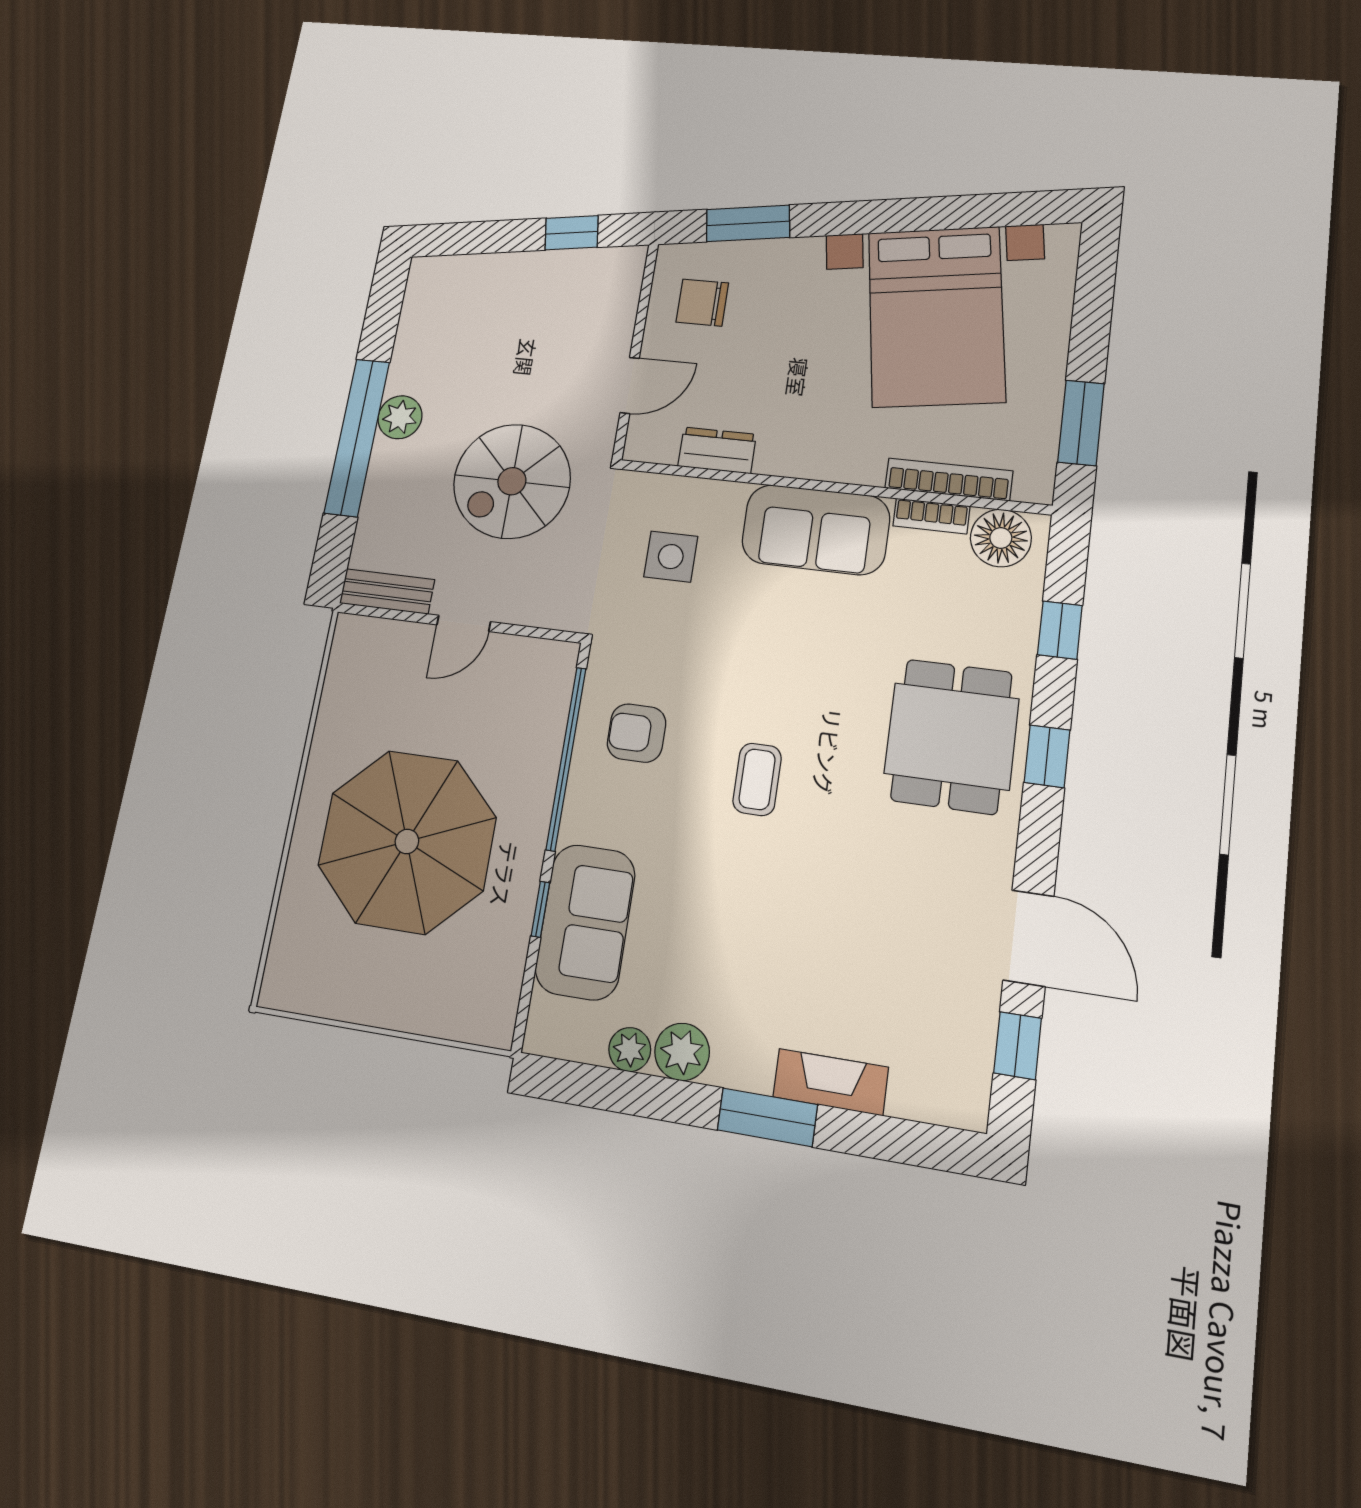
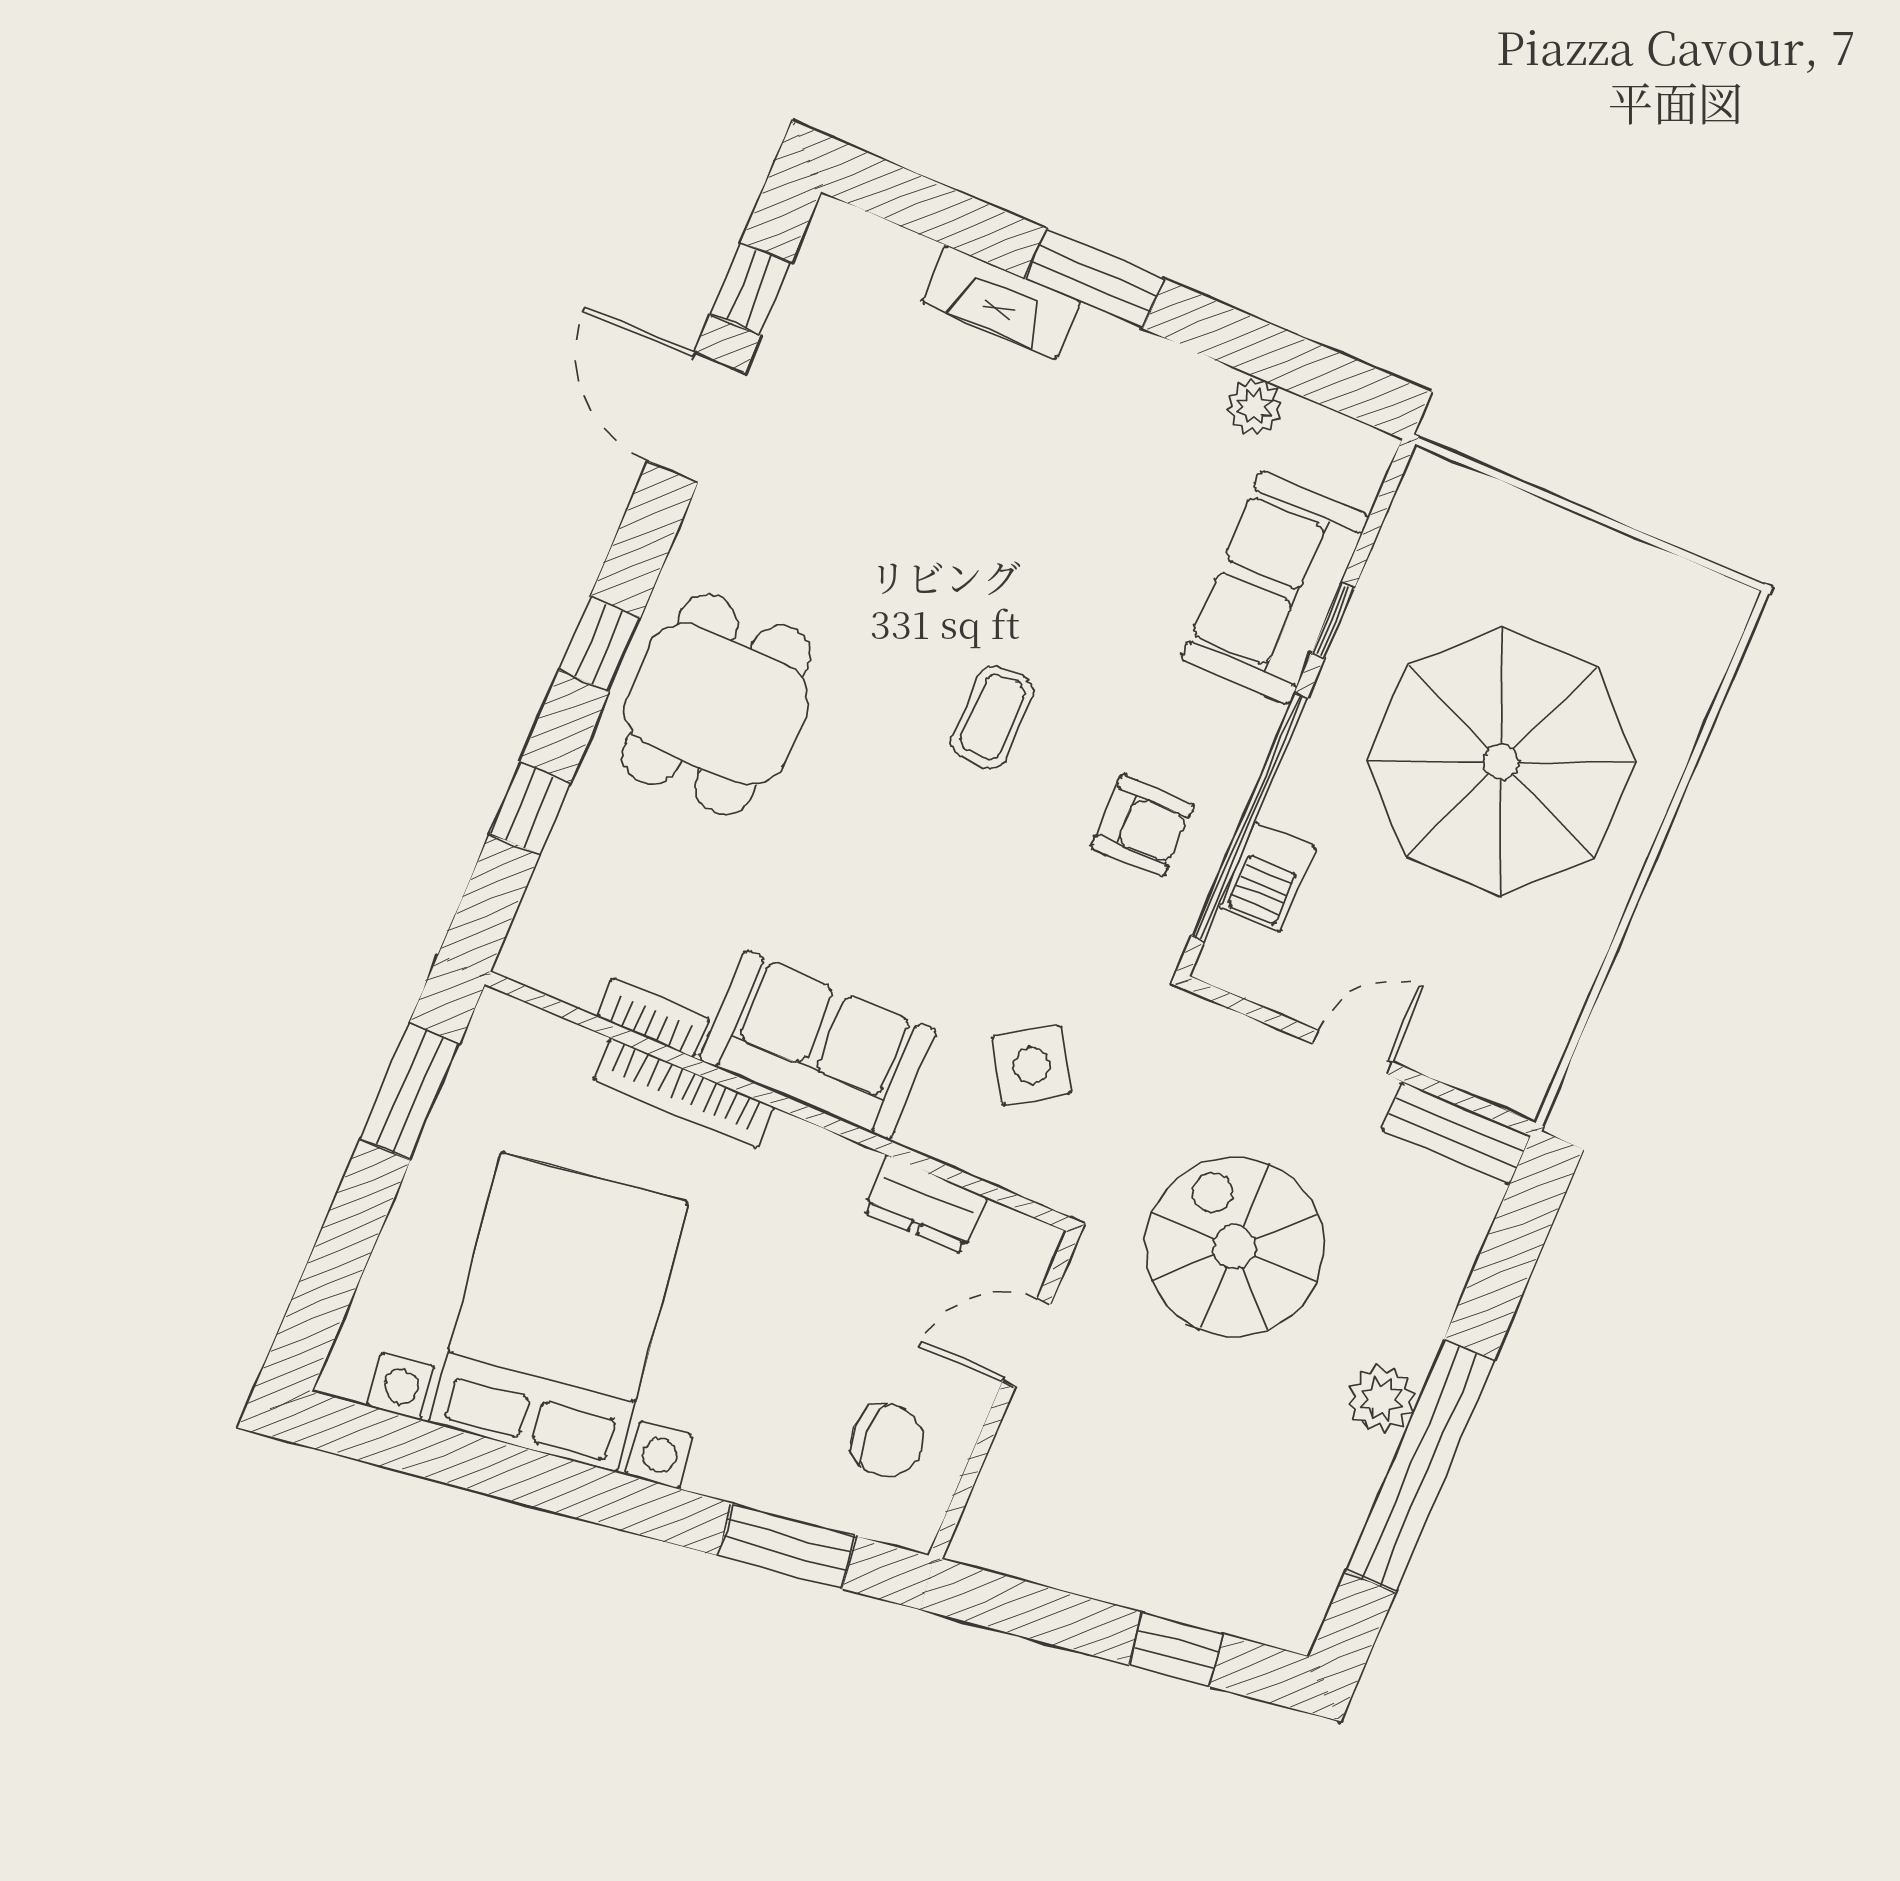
window: (572, 233) -> (1176, 1649), moved
window: (357, 437) -> (1420, 1466), moved
bookcase: (949, 479) -> (684, 1093), moved
spiral stairs: (512, 481) -> (1234, 1247), turned -90
floor lamp: (1001, 538) -> (569, 959), removed
side table: (671, 557) -> (1031, 1065), turned -32
barbecue: (545, 722) -> (1267, 877), added
plant: (682, 1052) -> (1186, 387), removed

